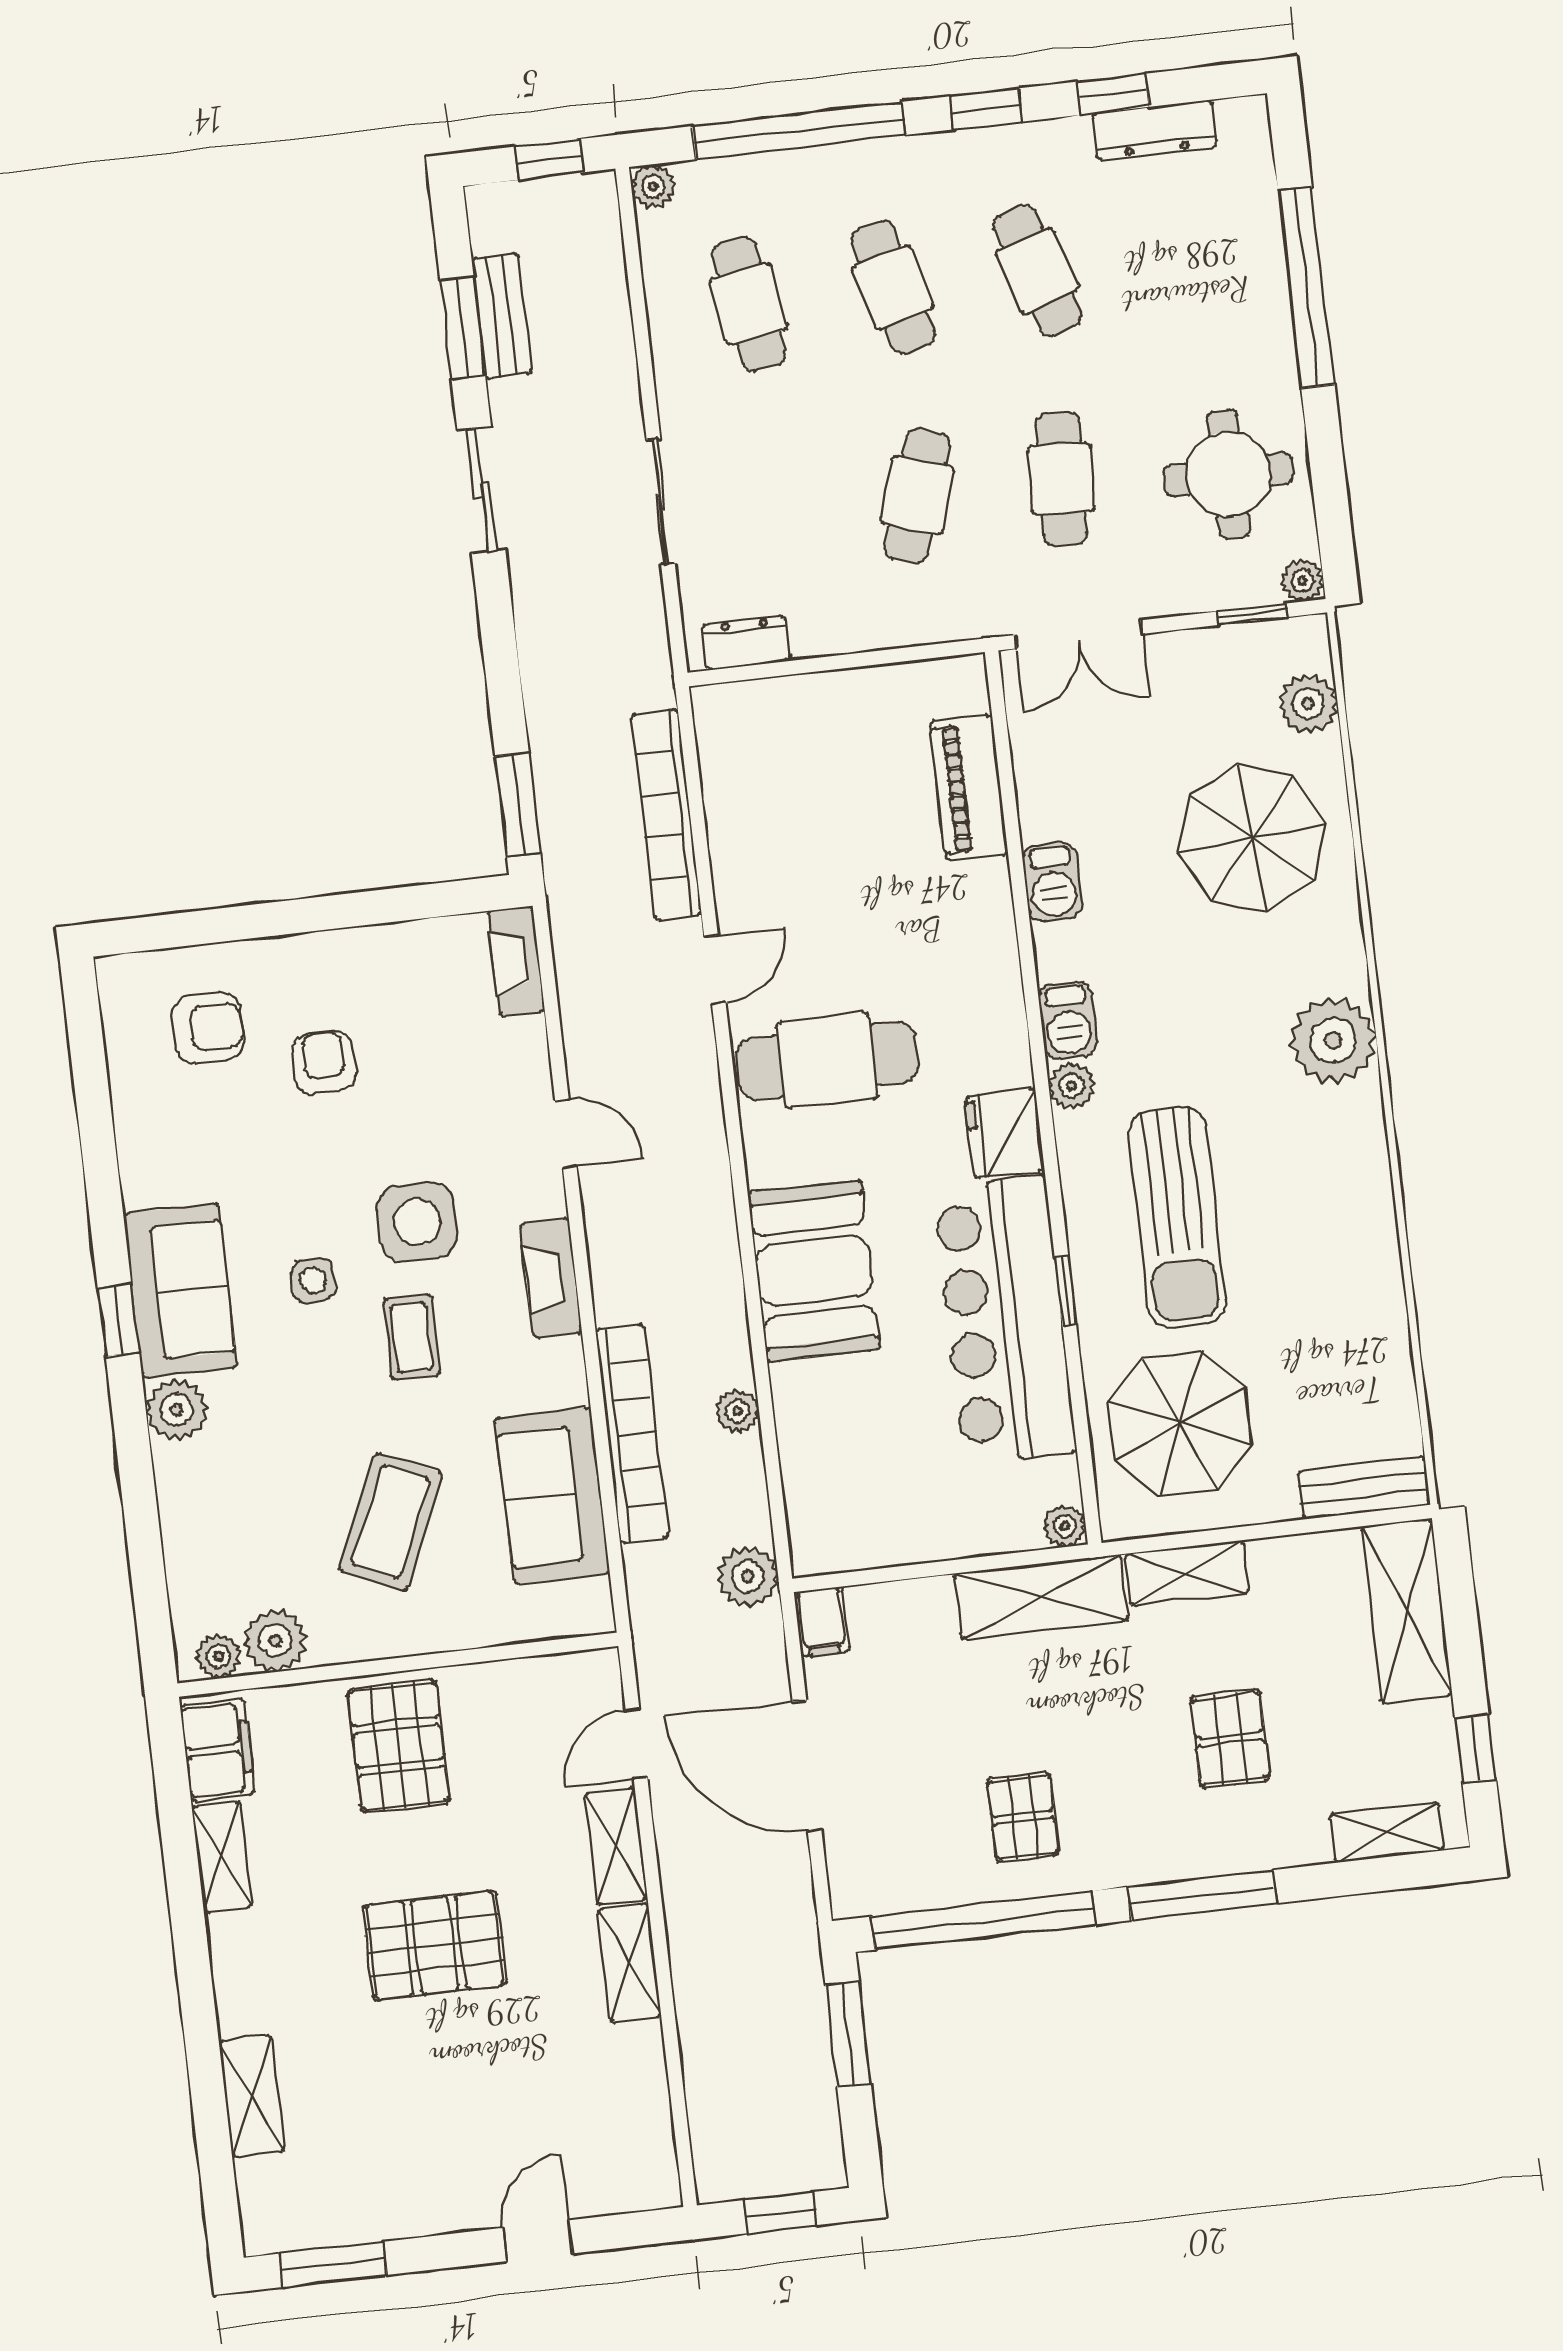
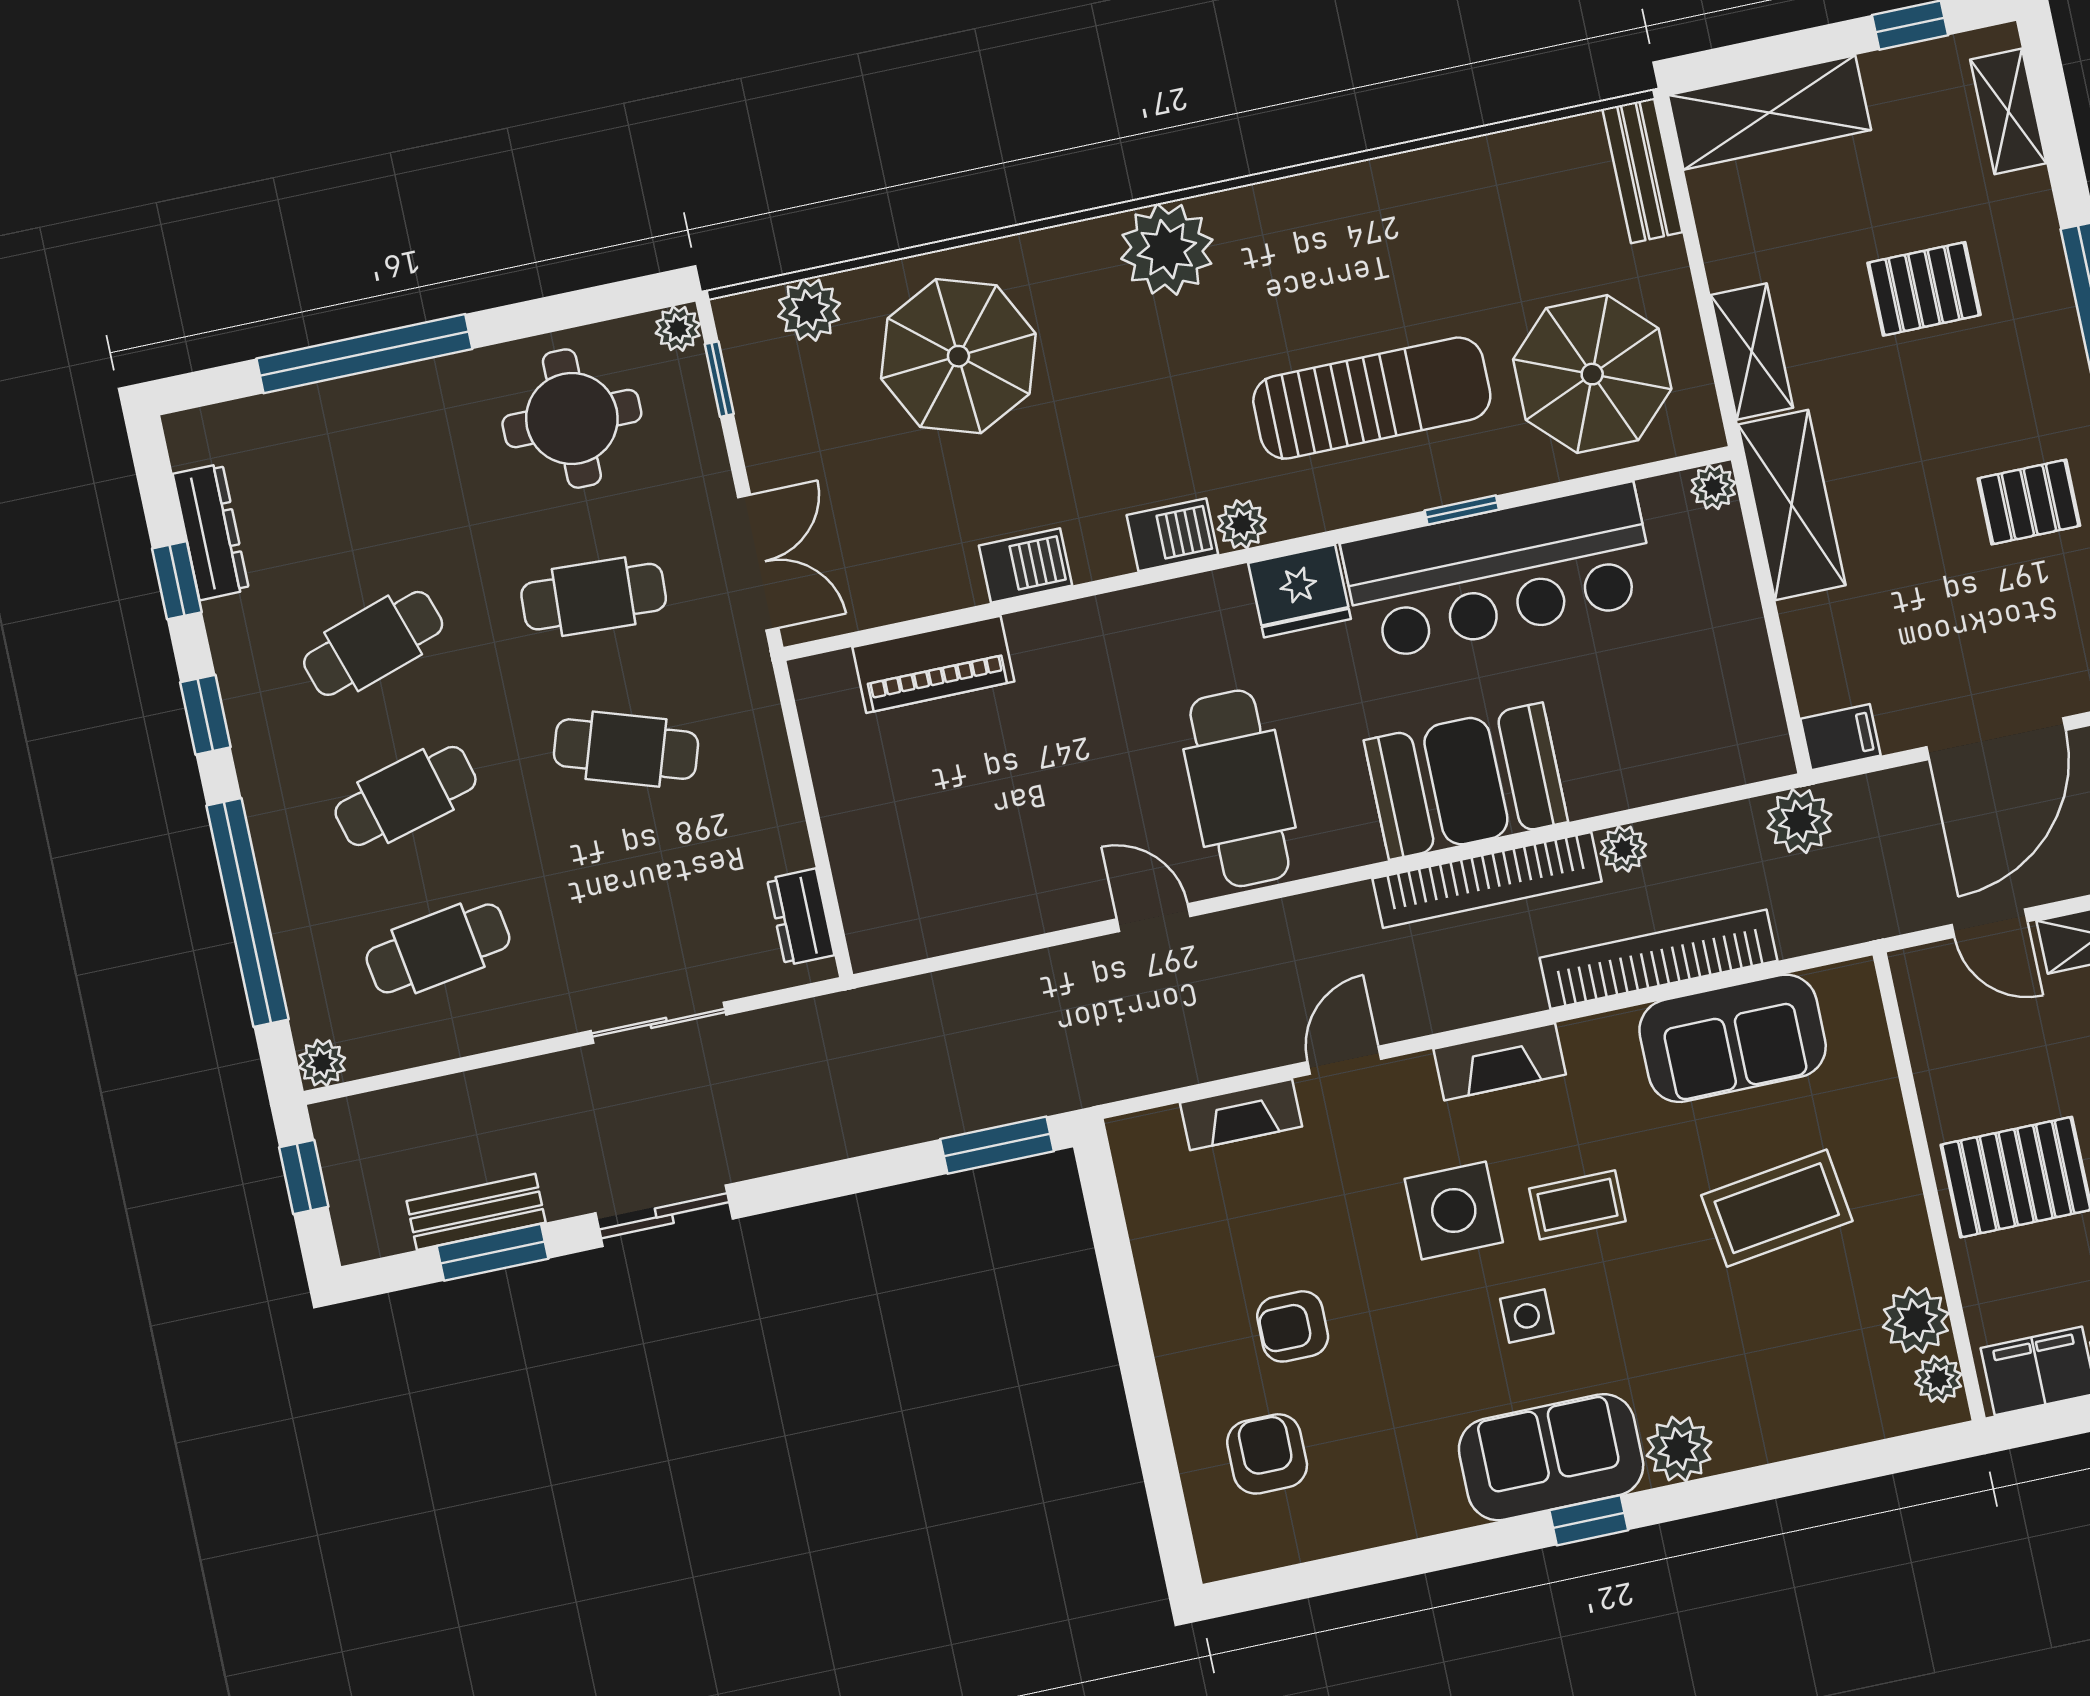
bookcase: (666, 815) -> (1487, 880), moved
fireplace: (516, 961) -> (1241, 1115), moved
coffee table: (391, 1522) -> (1777, 1208), turned -32

